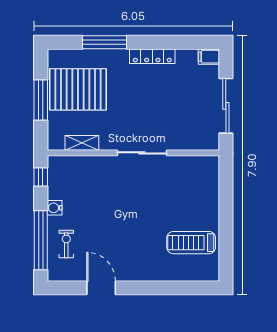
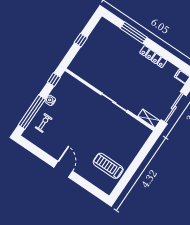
pallet: (78, 89) -> (104, 48), removed
window: (41, 100) -> (81, 40), width x0.46
shelving: (82, 143) -> (149, 119), moved
door: (101, 288) -> (63, 169), moved

